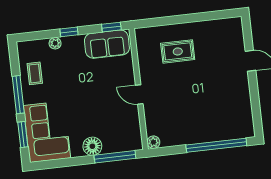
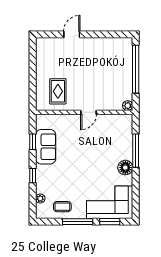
plant: (55, 43) -> (40, 198), moved
wall: (139, 89) -> (84, 112), moved
door: (139, 94) -> (89, 112), moved
plant: (153, 142) -> (128, 106), moved

